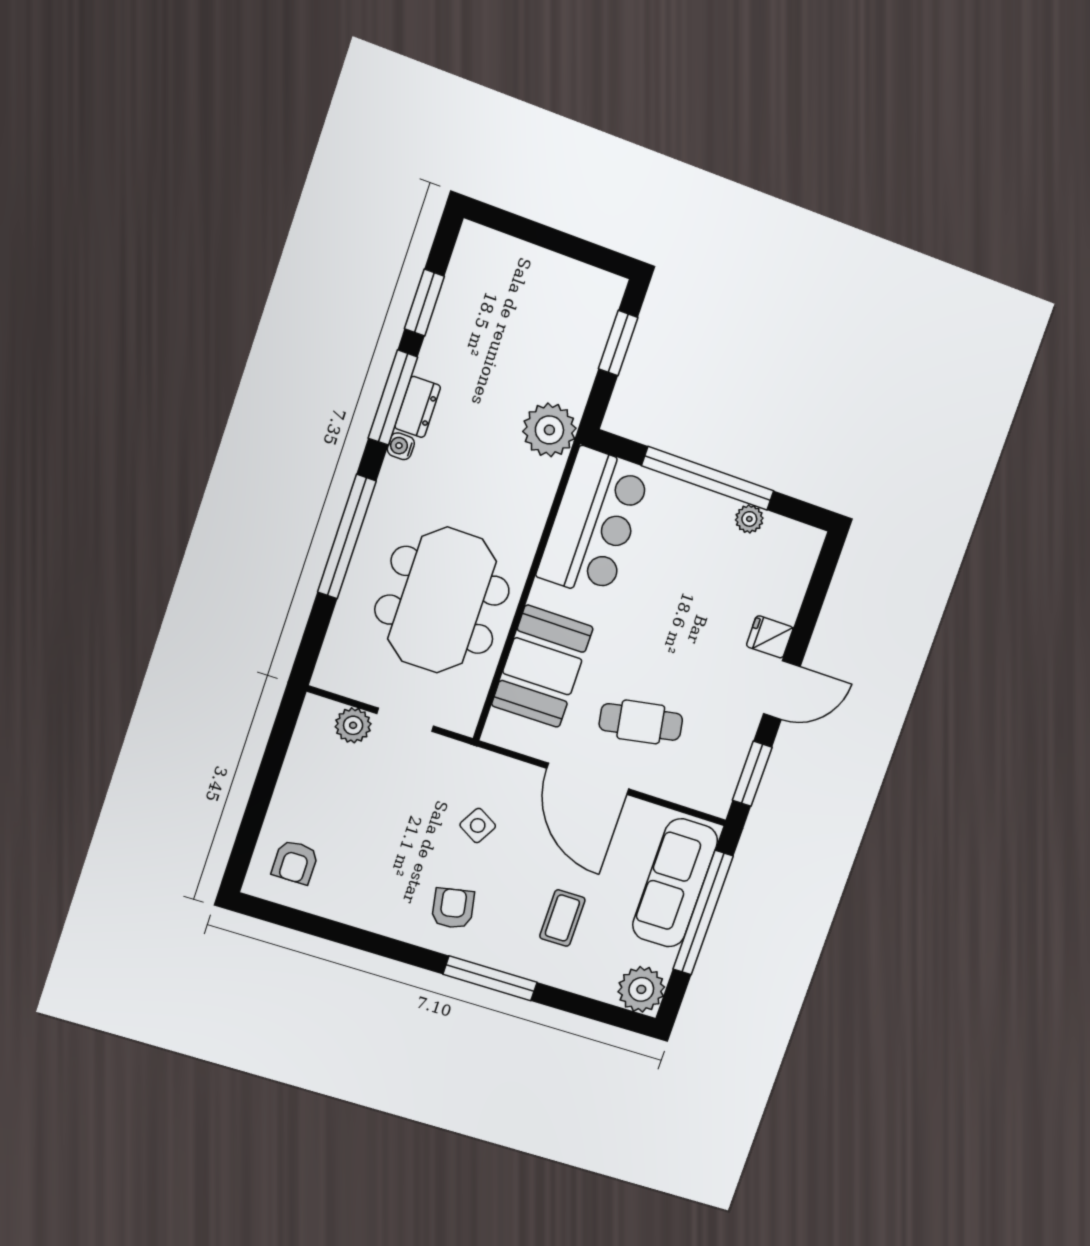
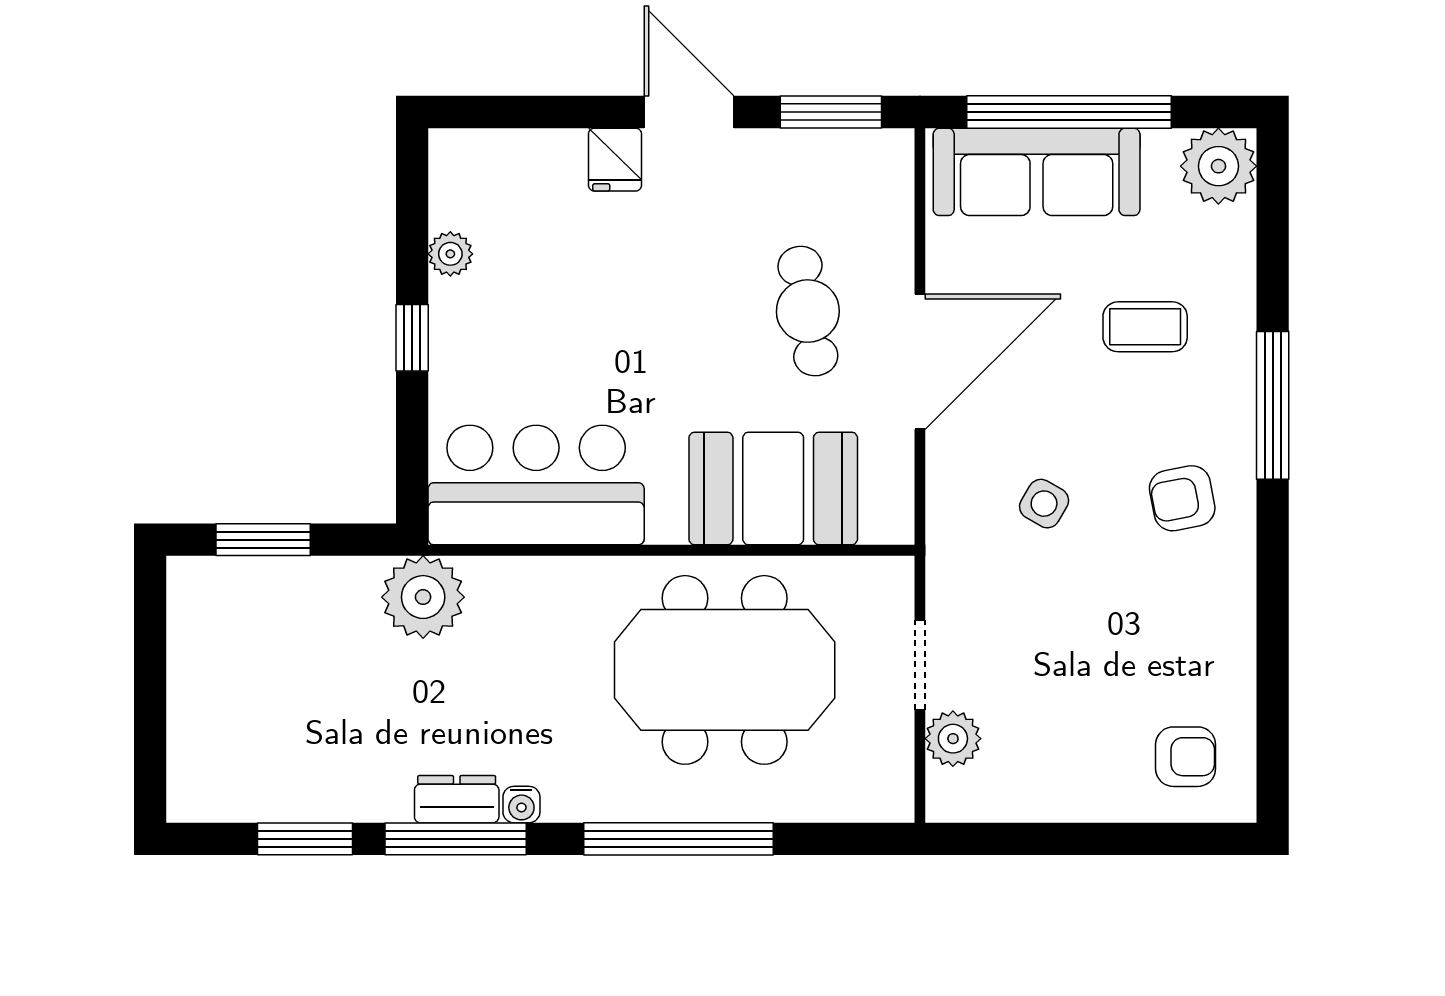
window: (708, 478) -> (412, 338), width x0.32

